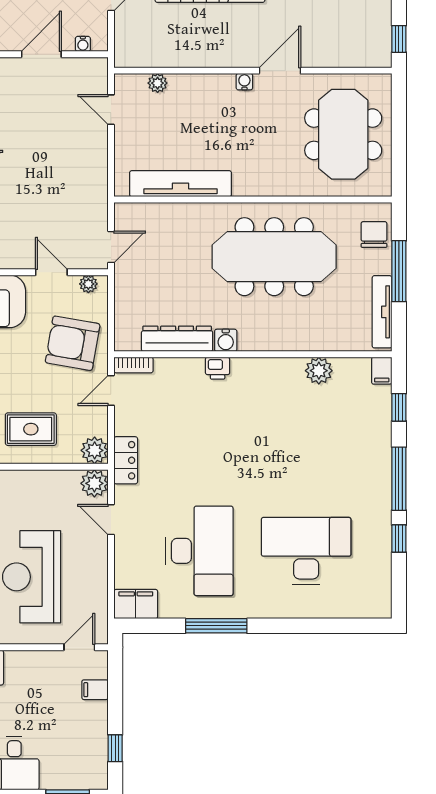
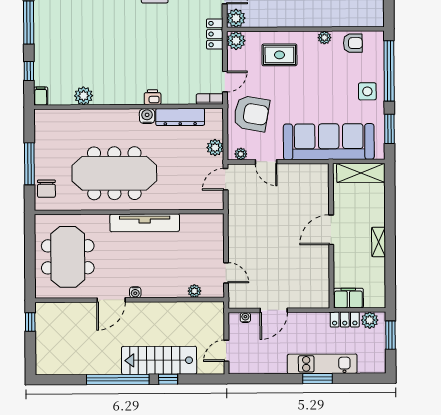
tv unit: (181, 184) -> (145, 223), moved
plant: (126, 294) -> (215, 148), added
tv unit: (382, 312) -> (41, 136), removed

